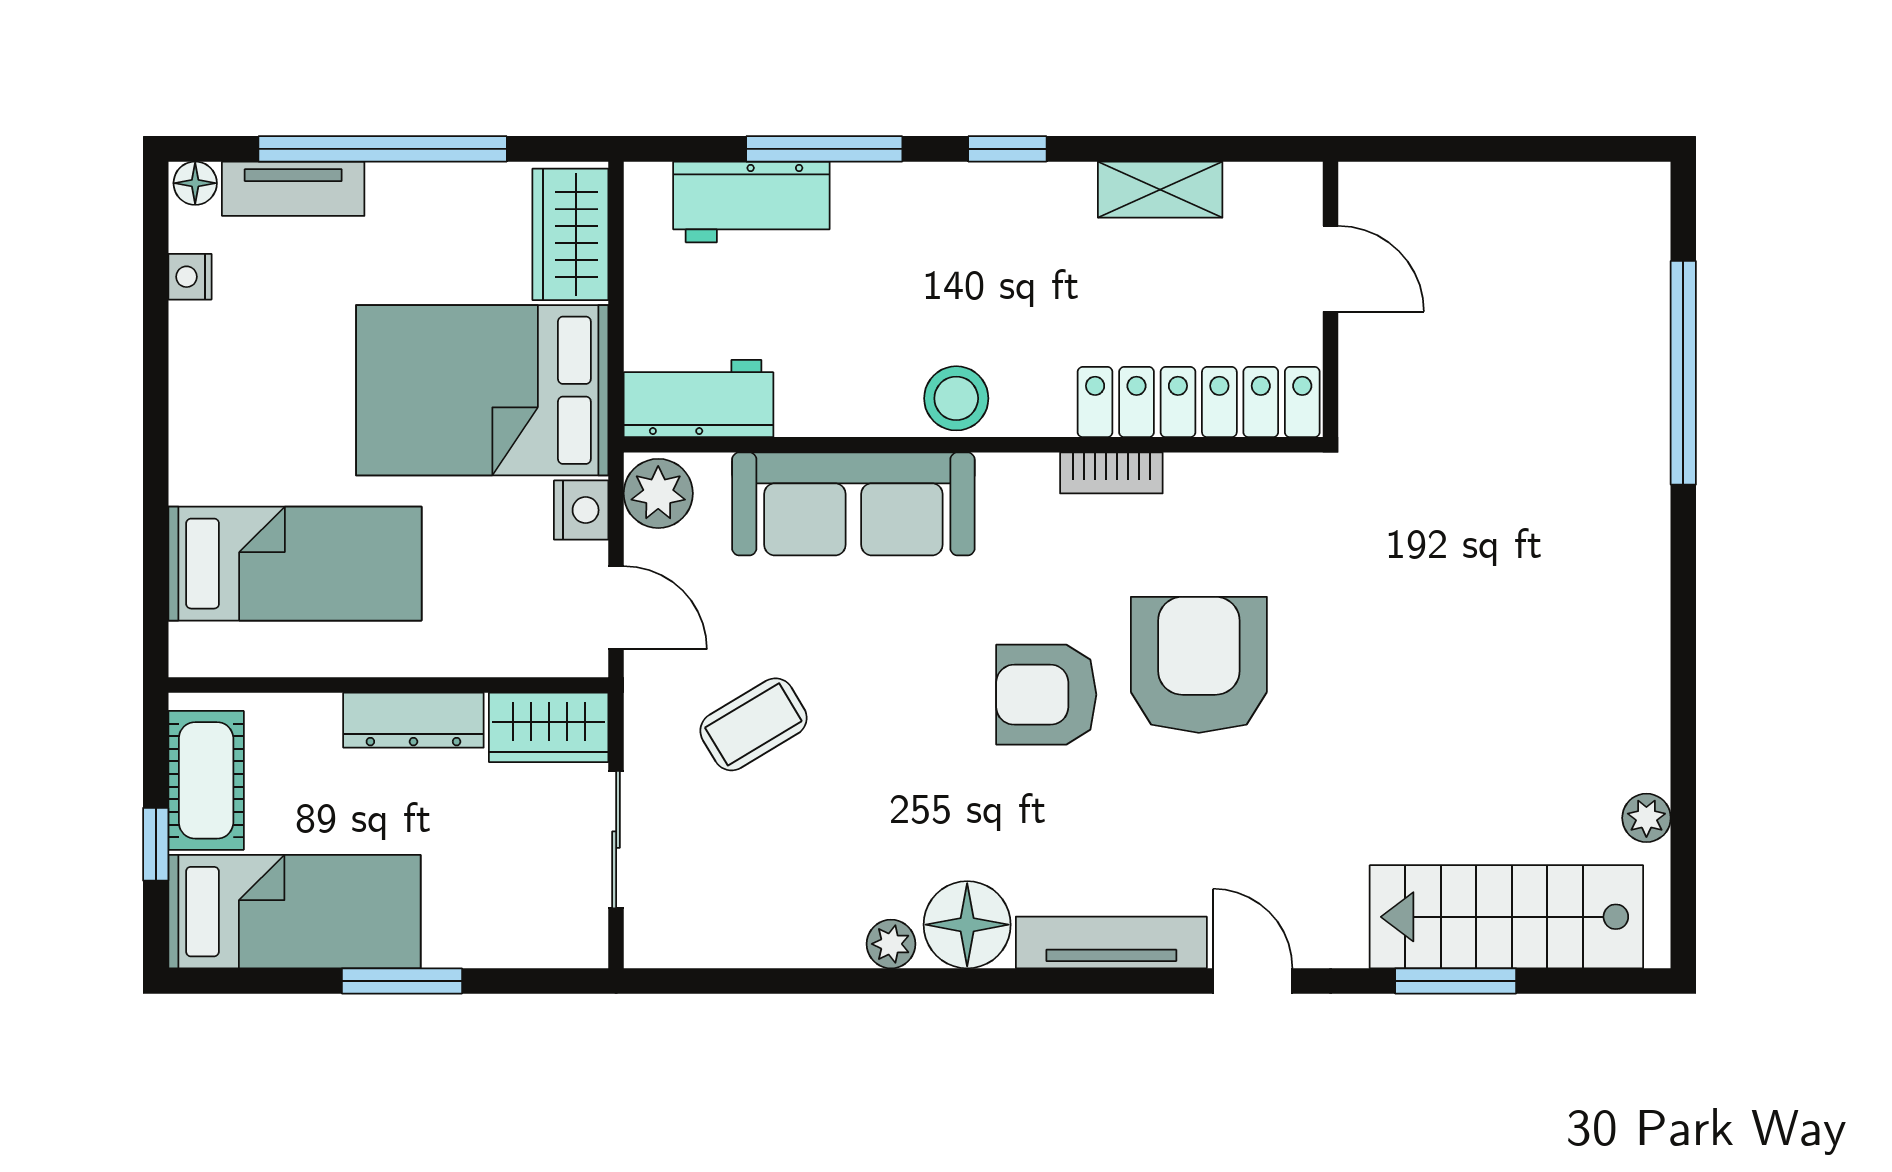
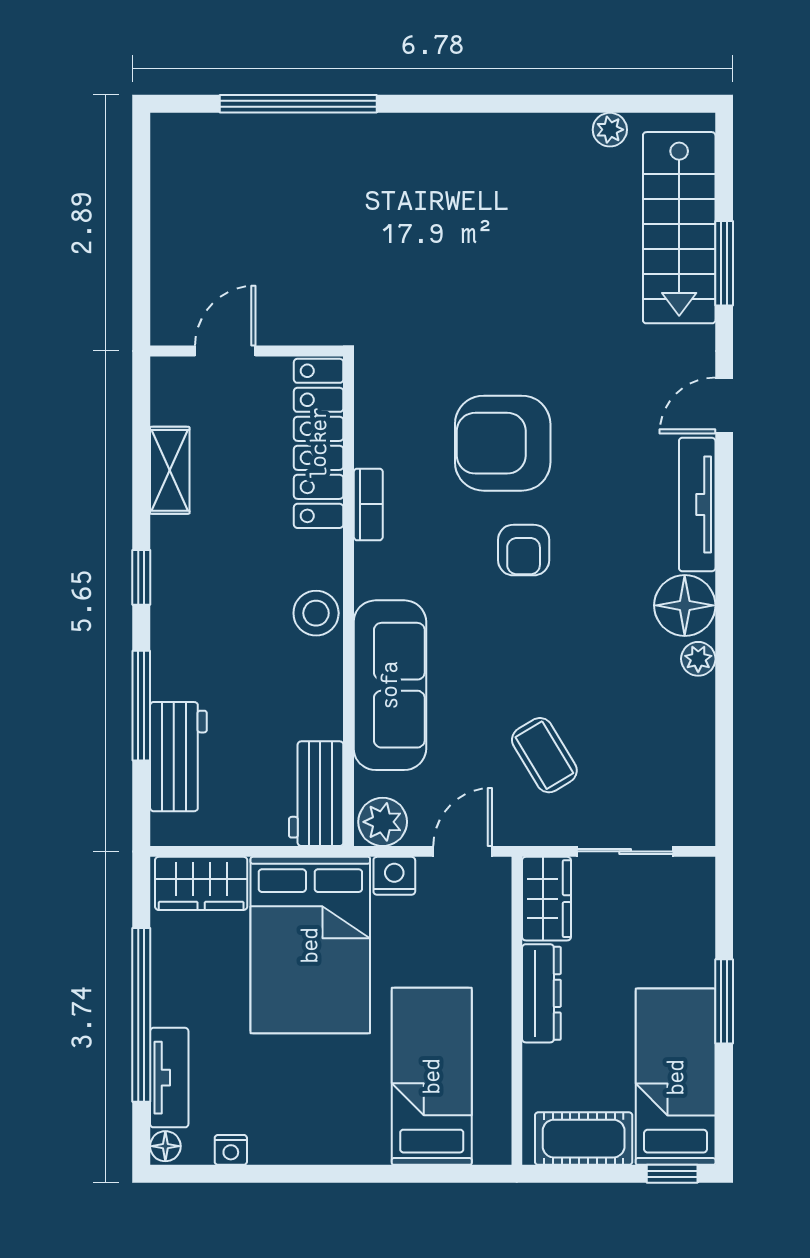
armchair: (1046, 695) -> (524, 550), width x0.72, depth x0.72
window: (156, 844) -> (672, 1174), moved

